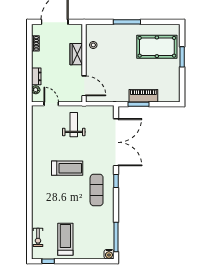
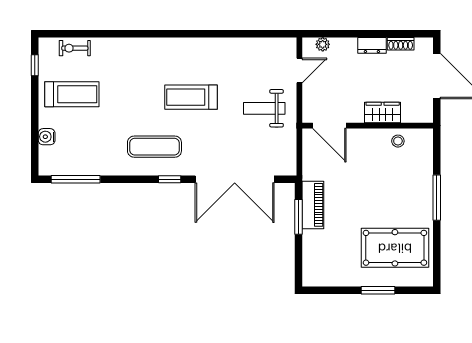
pool table: (157, 47) -> (395, 248), turned 90
dresser: (36, 76) -> (372, 45), moved
door: (84, 86) -> (329, 126), hinge flipped
piano: (143, 96) -> (313, 205), moved
weight bench: (74, 125) -> (264, 108), turned 180
treadmill: (67, 168) -> (191, 97), turned 90
water cooler: (109, 254) -> (47, 137), moved

